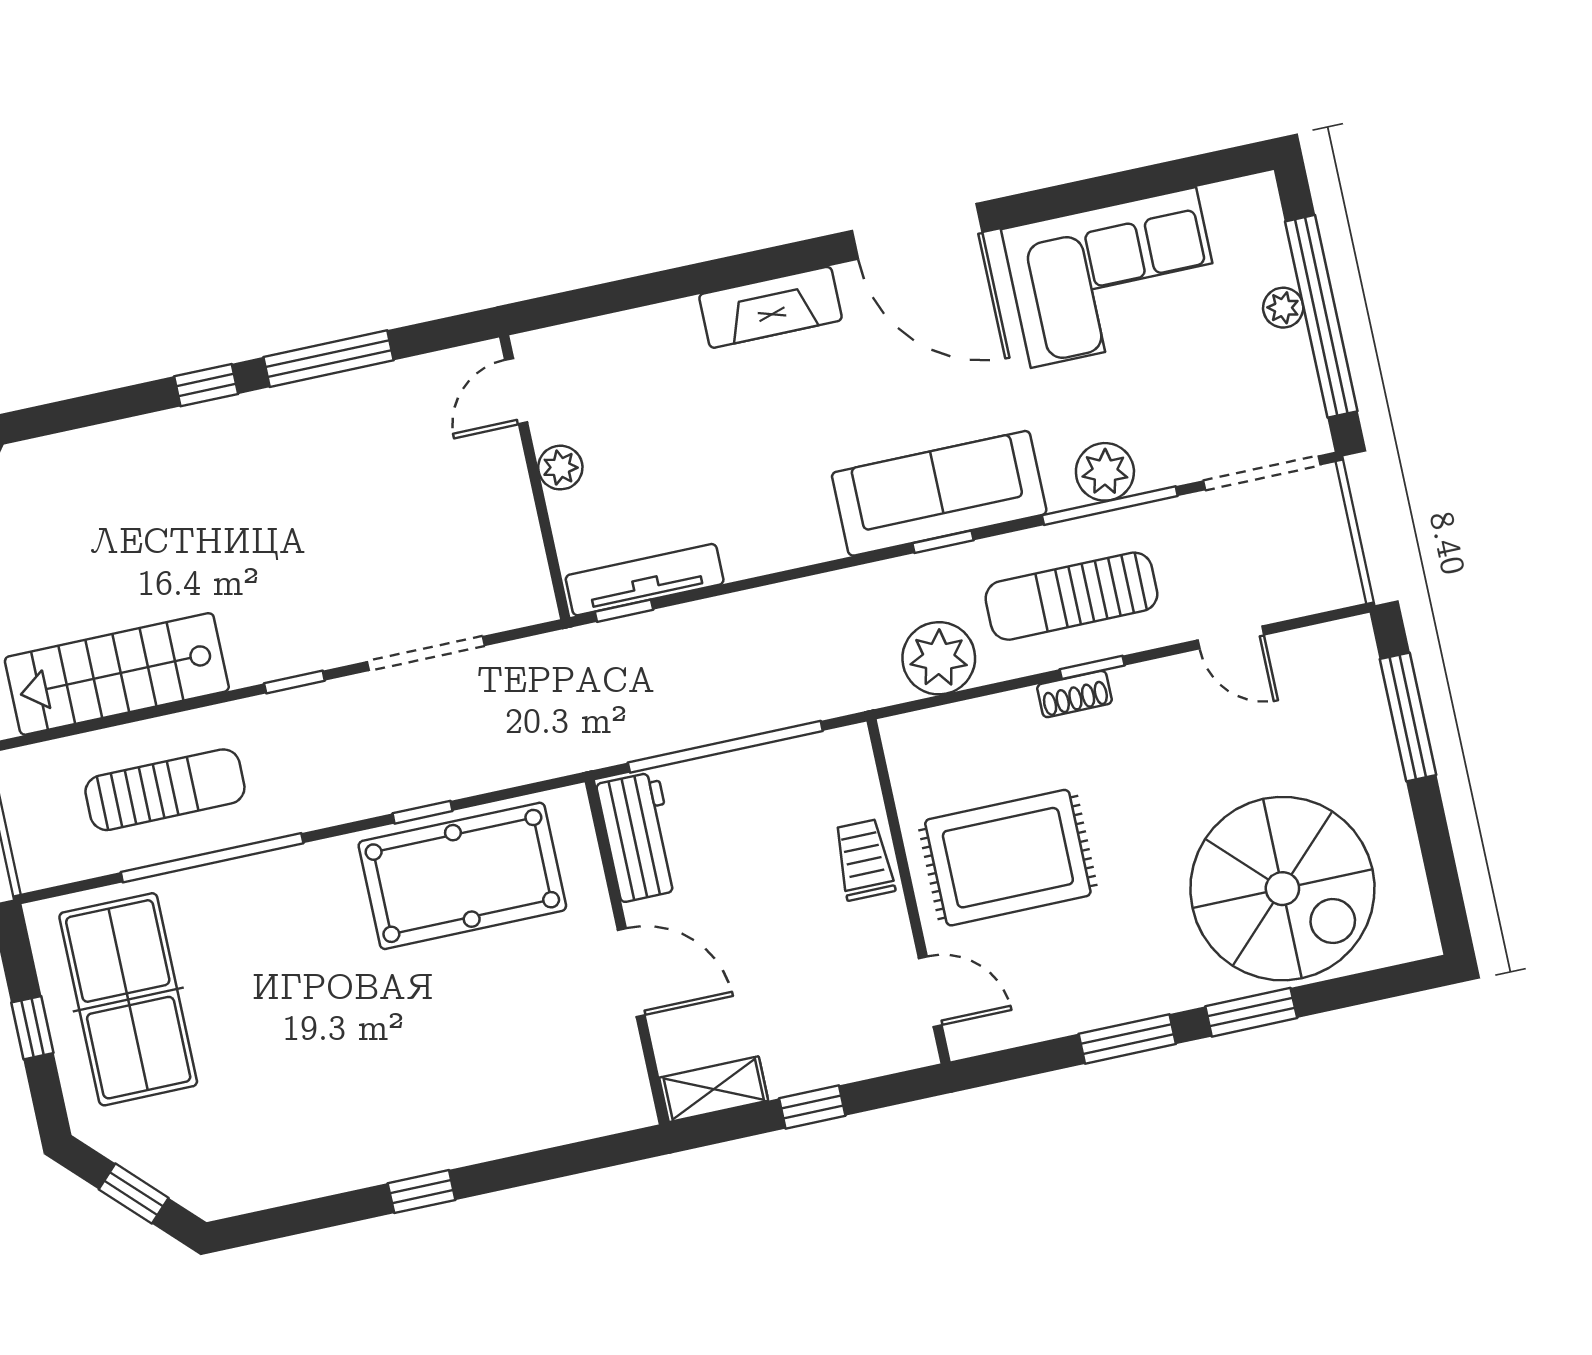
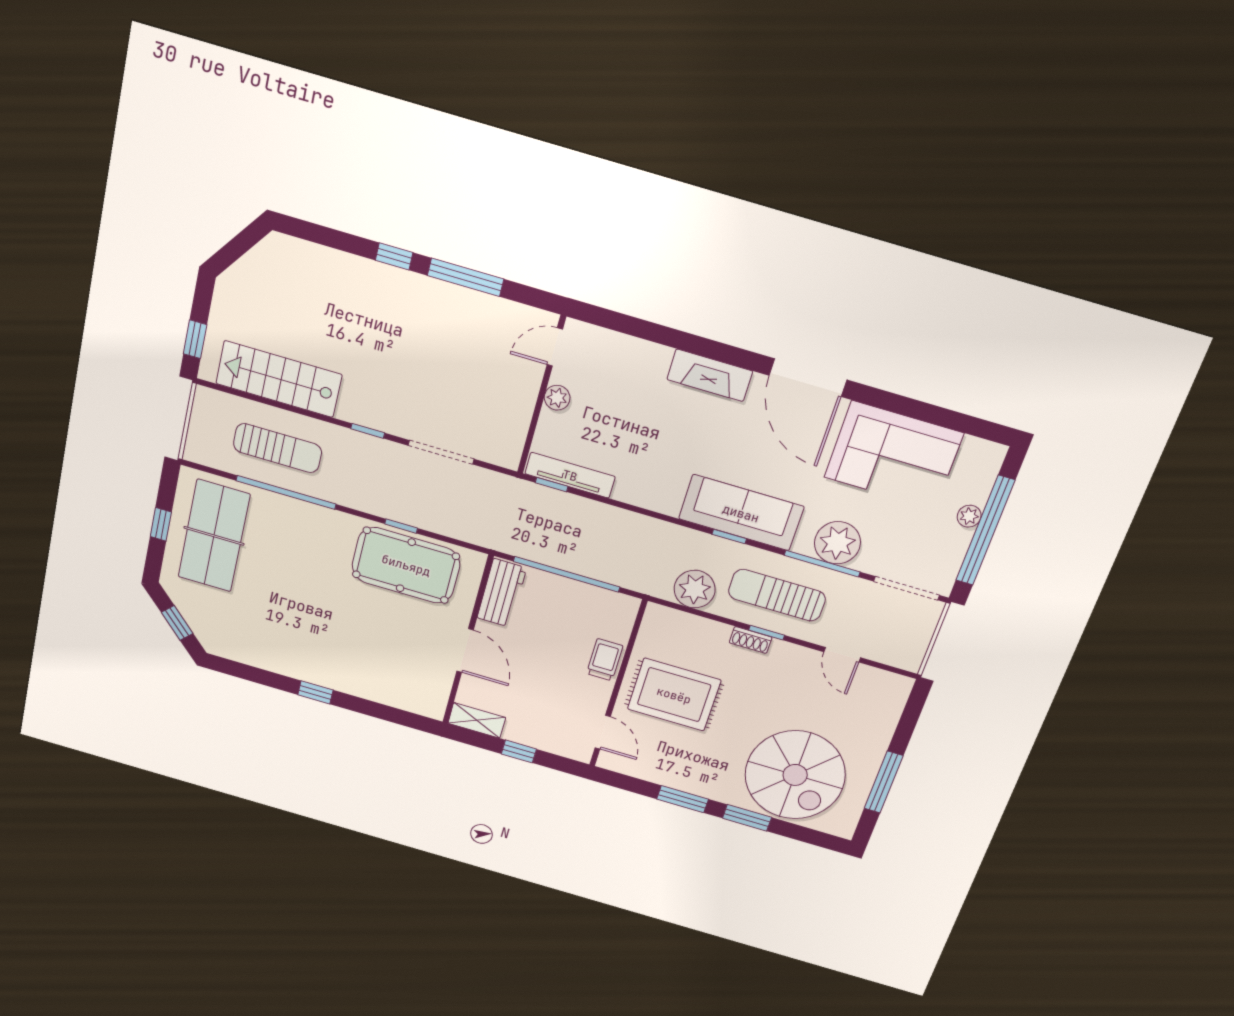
plant: (1105, 472) -> (837, 543), width x1.36, depth x1.36
window: (1408, 717) -> (884, 782), moved

